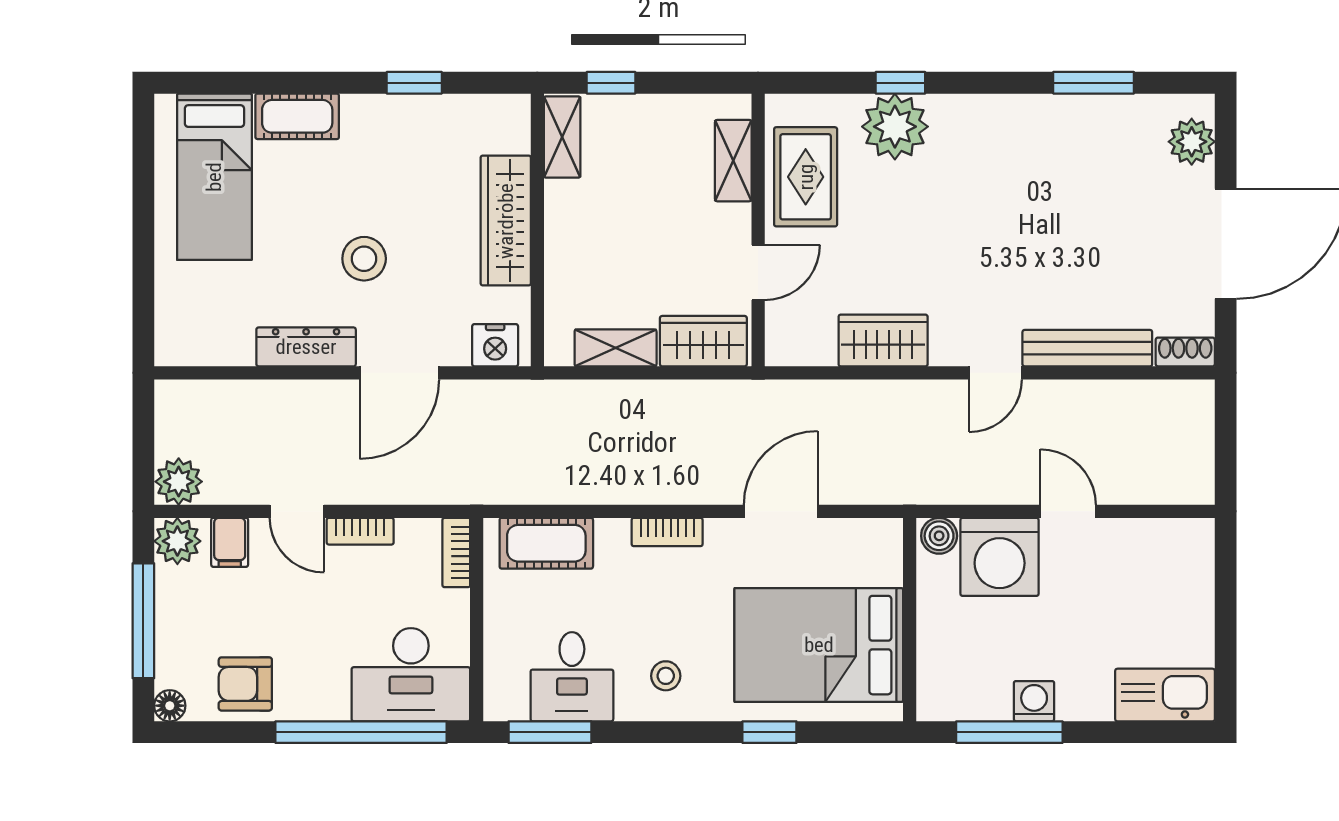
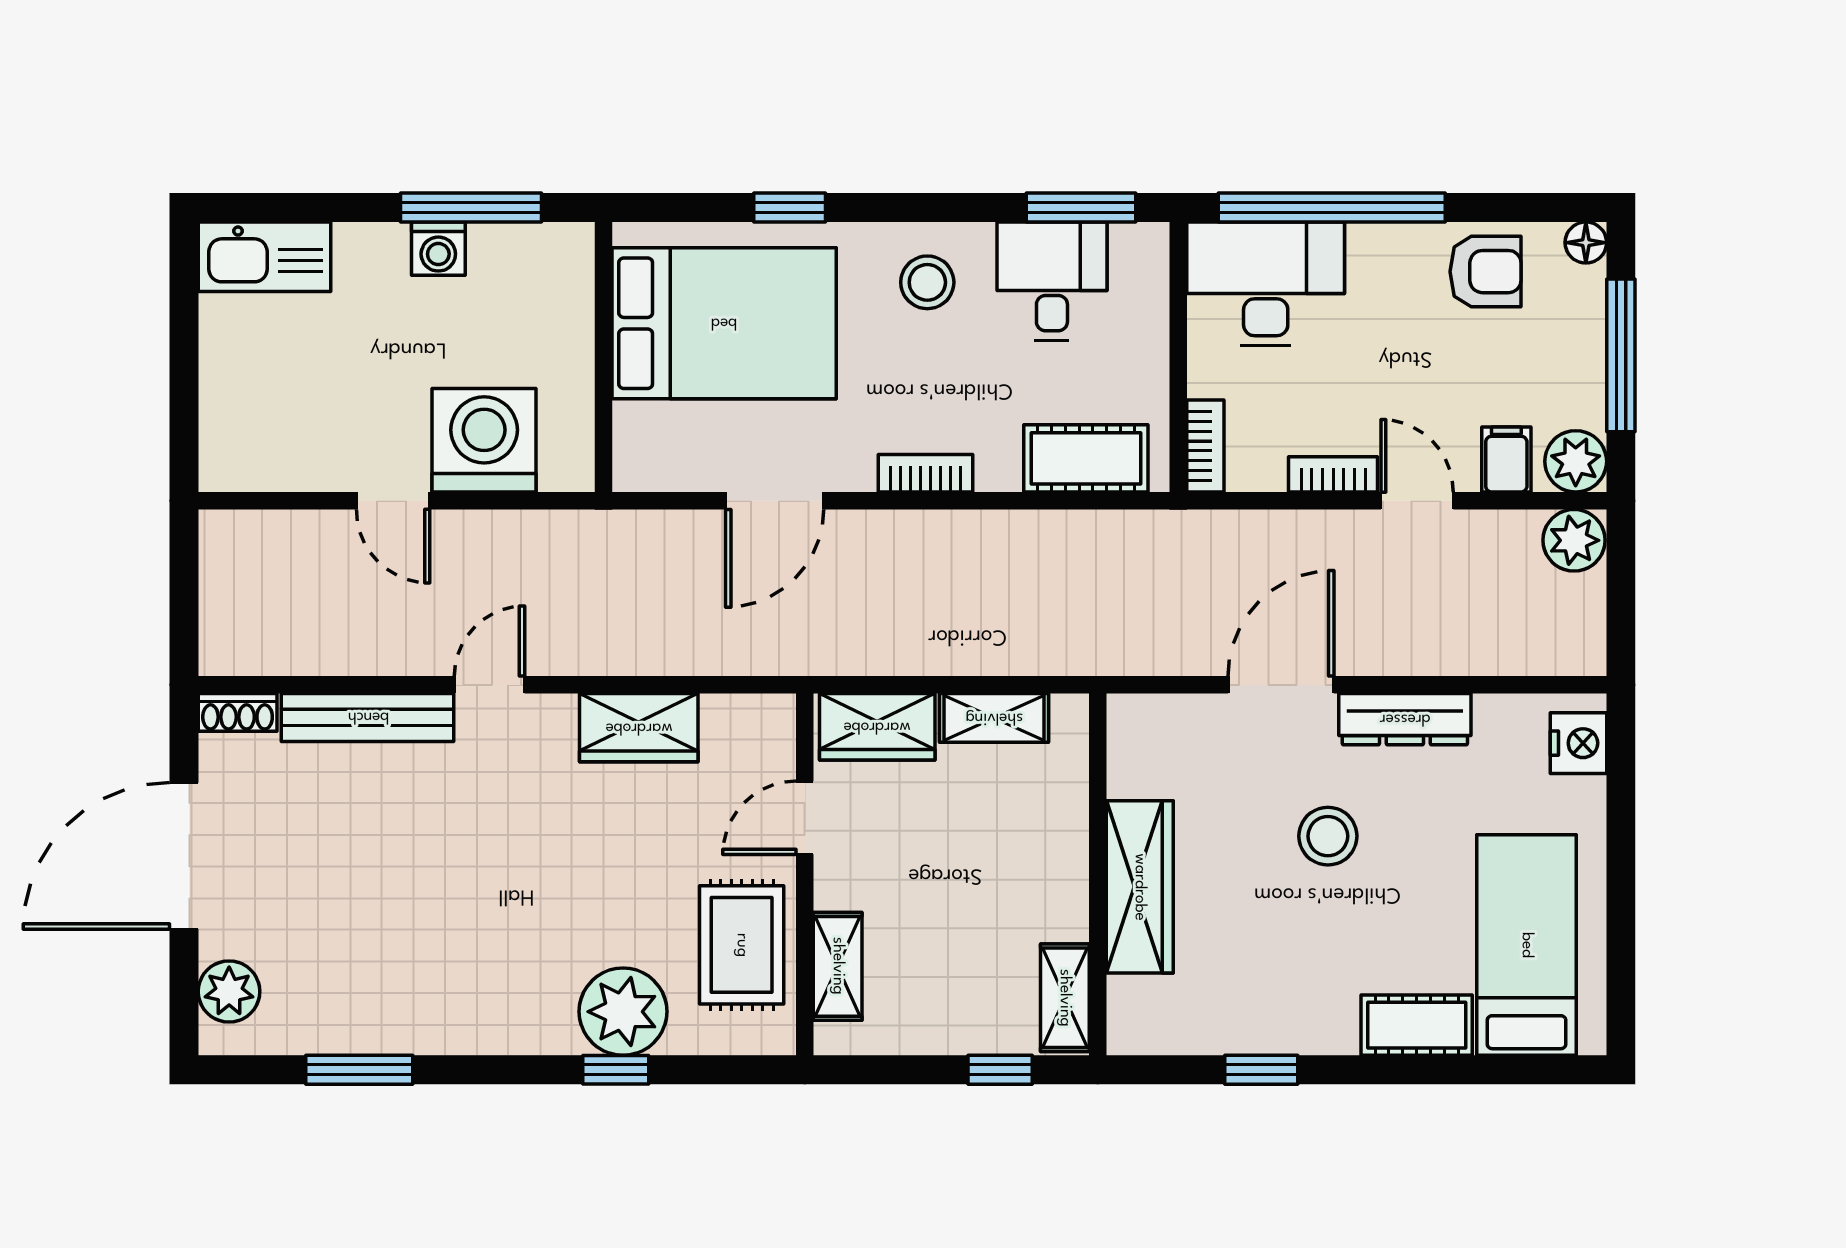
nightstand: (495, 345) -> (1578, 743), moved, turned 90
boiler: (939, 536) -> (564, 468), removed
stool: (666, 676) -> (927, 282), width x1.37, depth x1.37

